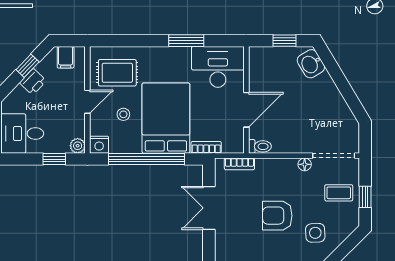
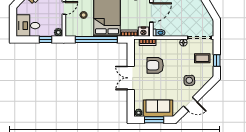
nightstand: (99, 145) -> (143, 32), moved
double door: (209, 208) -> (131, 78), moved
armchair: (277, 216) -> (155, 65), moved

